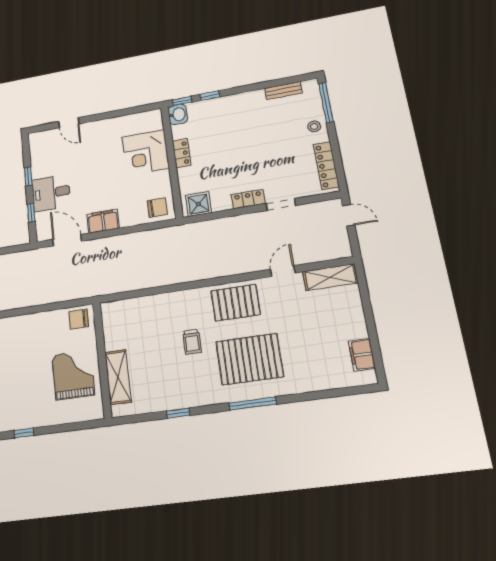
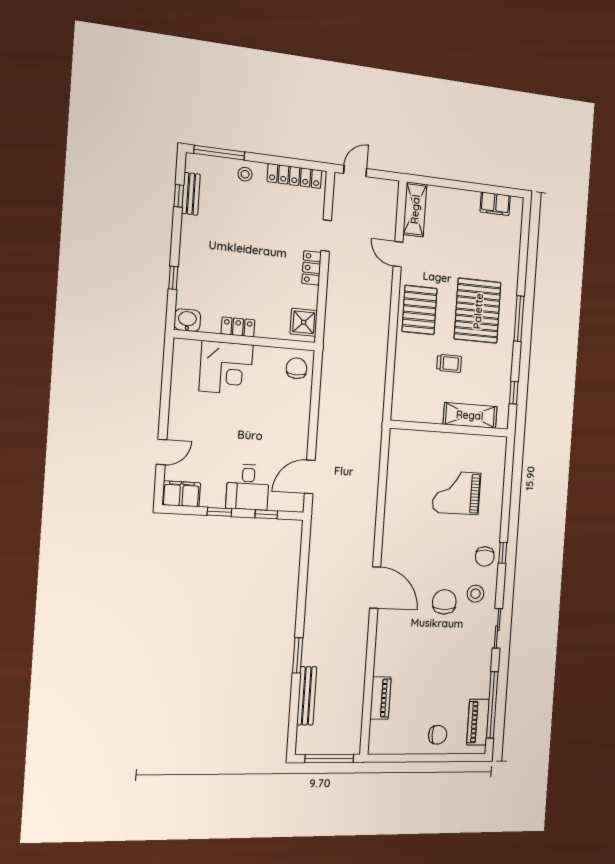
window: (182, 101) -> (179, 196), moved
filing cabinet: (103, 221) -> (181, 494), moved, turned 90
chair: (79, 319) -> (485, 556), moved
wall: (102, 360) -> (450, 429), moved
shelving: (118, 377) -> (470, 415), moved

